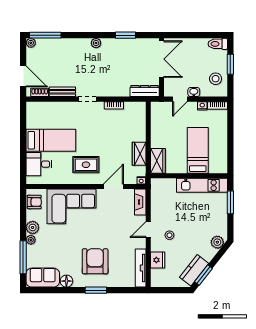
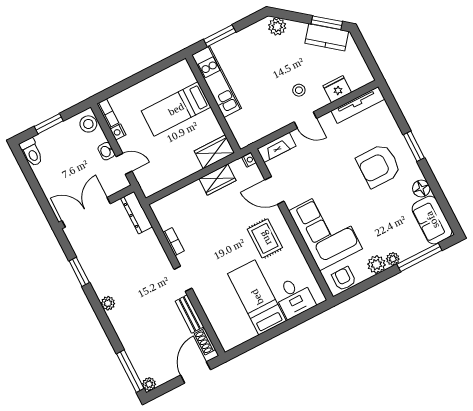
stool: (216, 79) -> (88, 124), moved

